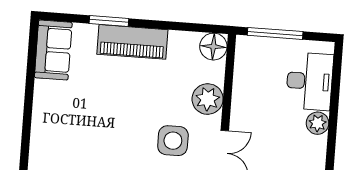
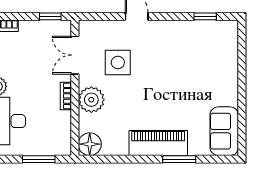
window: (275, 33) -> (39, 159), width x0.69
bookcase: (237, 106) -> (66, 96), added

